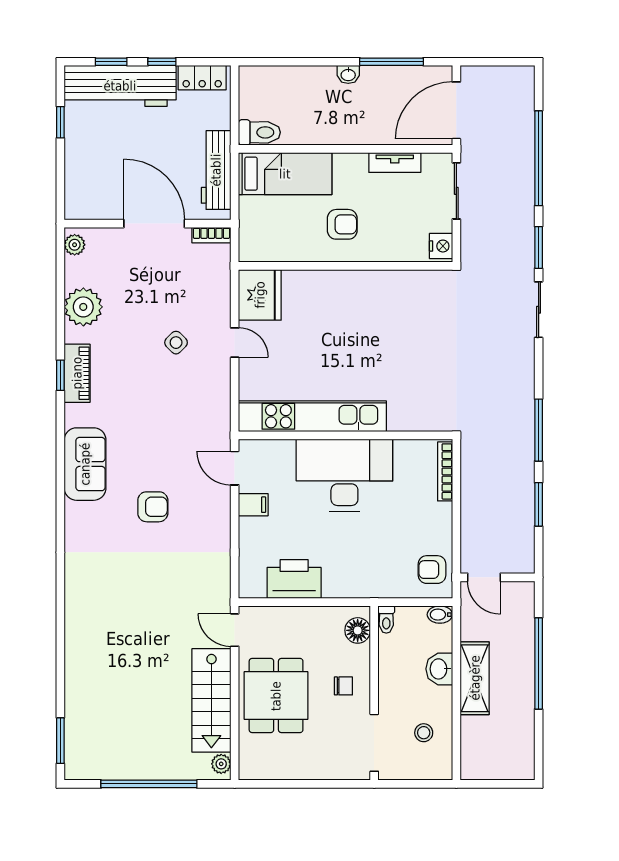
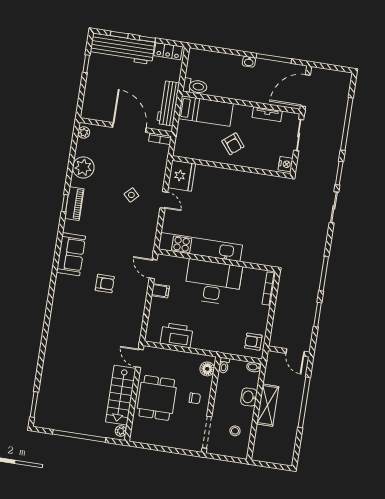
armchair: (342, 224) -> (233, 144), turned 51
door: (484, 577) -> (295, 352), moved

